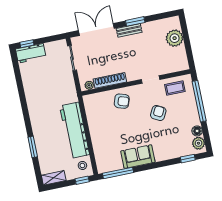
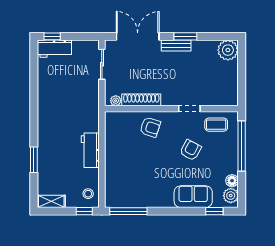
plant: (175, 38) -> (228, 50), moved
workbench: (75, 130) -> (90, 150), width x0.53, depth x0.76
sofa: (138, 157) -> (193, 197), moved

